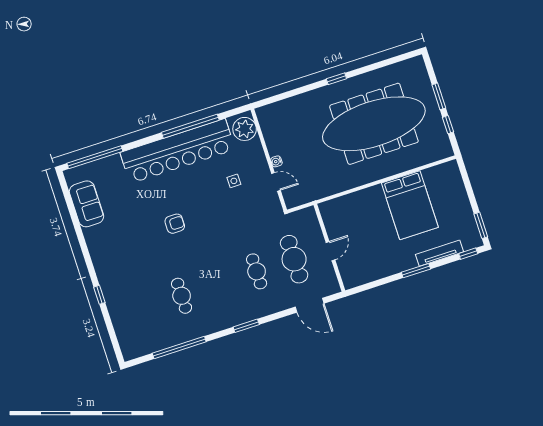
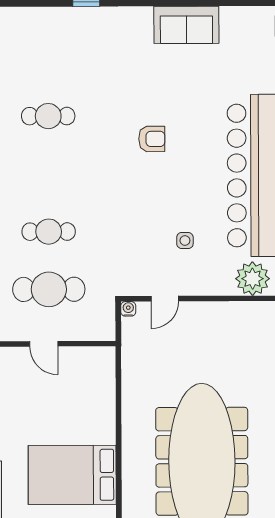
water cooler: (276, 161) -> (128, 309), moved
sofa: (87, 204) -> (186, 25), moved
armchair: (175, 224) -> (152, 139), turned -90

